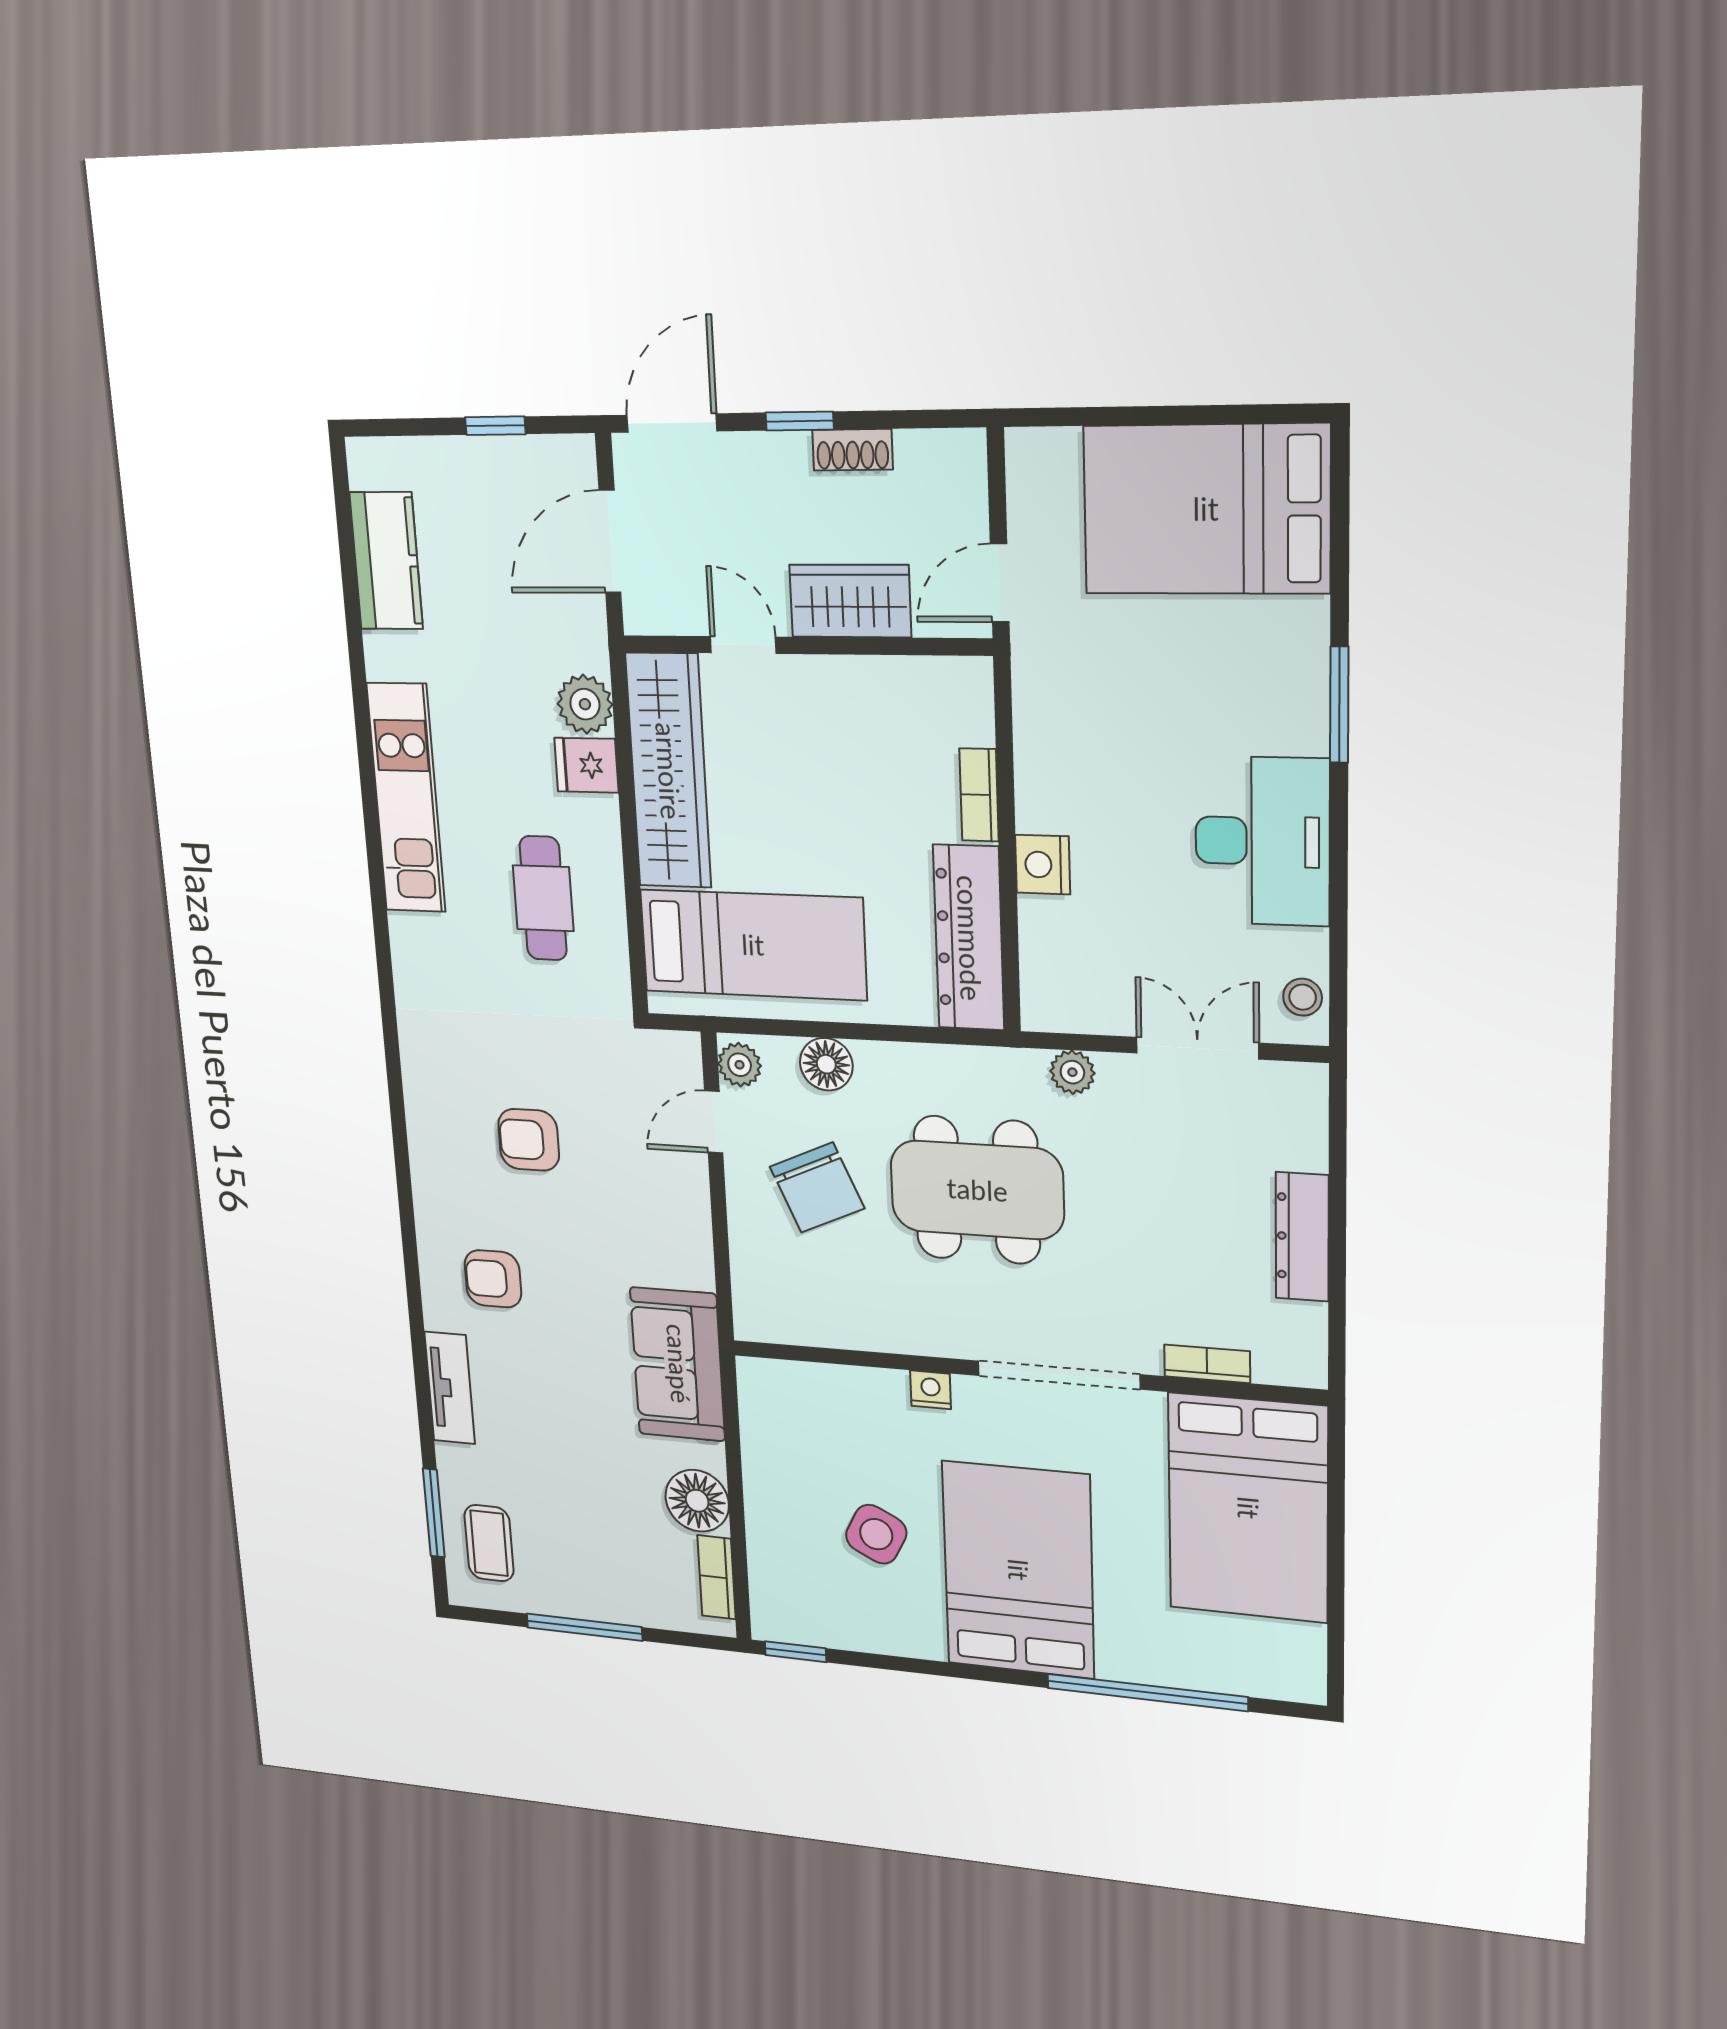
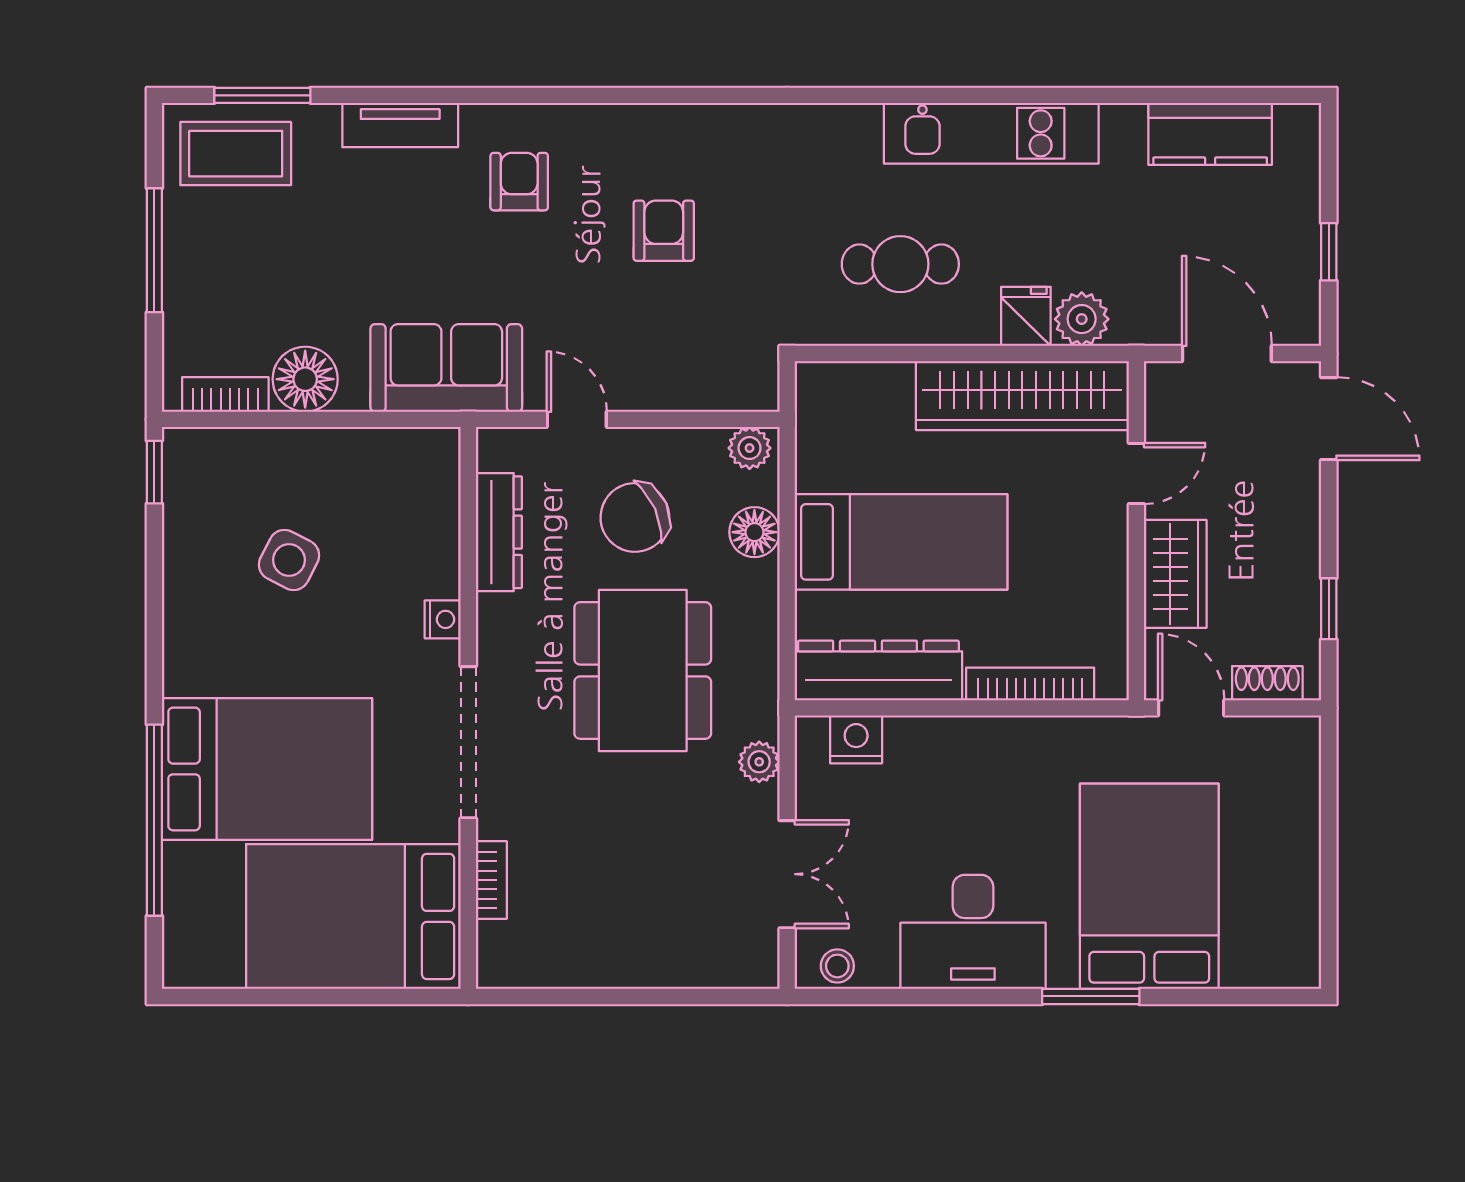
window: (800, 421) -> (1329, 609), moved
shoe rack: (853, 450) -> (1267, 683), moved, turned 90
bed: (1206, 509) -> (1149, 886), moved
bookcase: (979, 795) -> (1030, 684), width x1.56
nightstand: (1043, 865) -> (856, 739), moved
bed: (753, 945) -> (901, 542), moved, turned -90
door: (714, 1122) -> (577, 419), moved
dresser: (1302, 1237) -> (499, 532), moved, turned 90
coffee table: (489, 1543) -> (236, 154), width x1.36, depth x1.30
bed: (1018, 1570) -> (267, 769), moved

